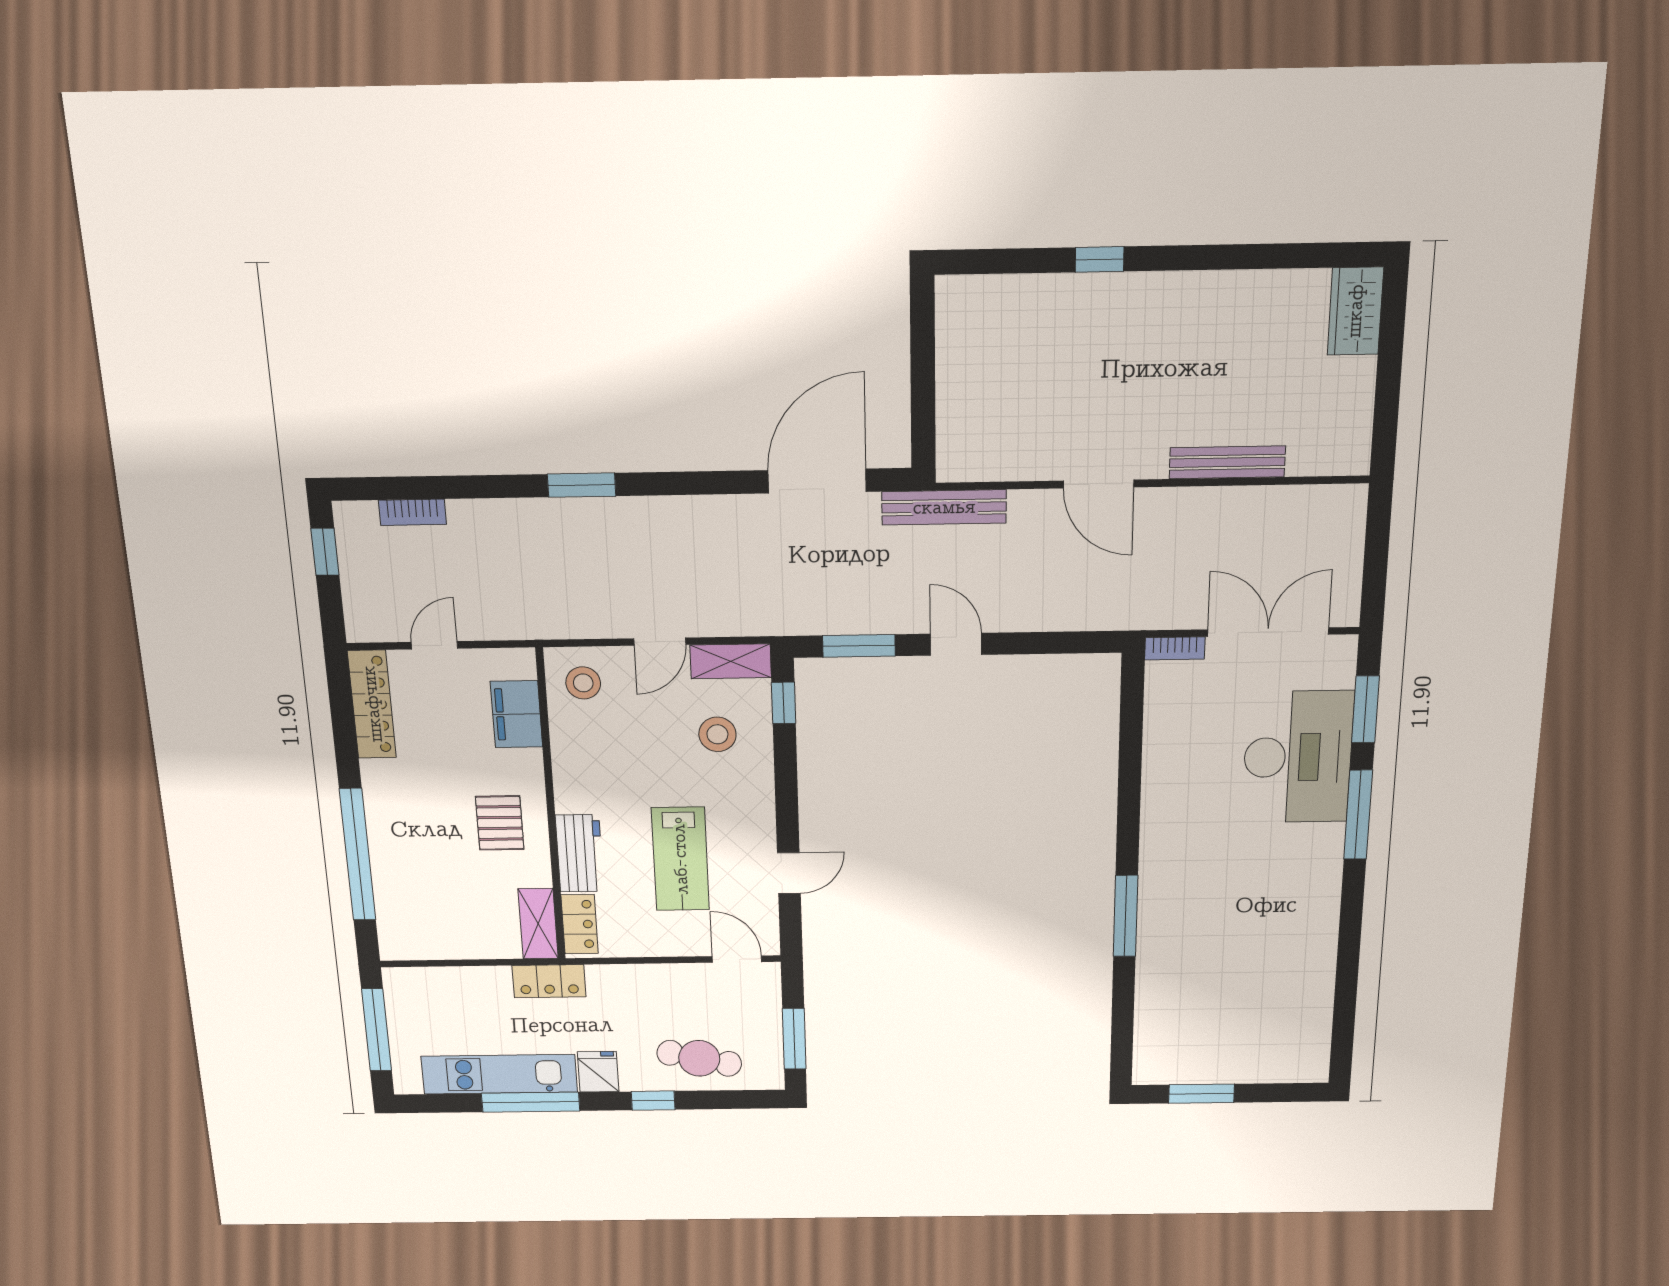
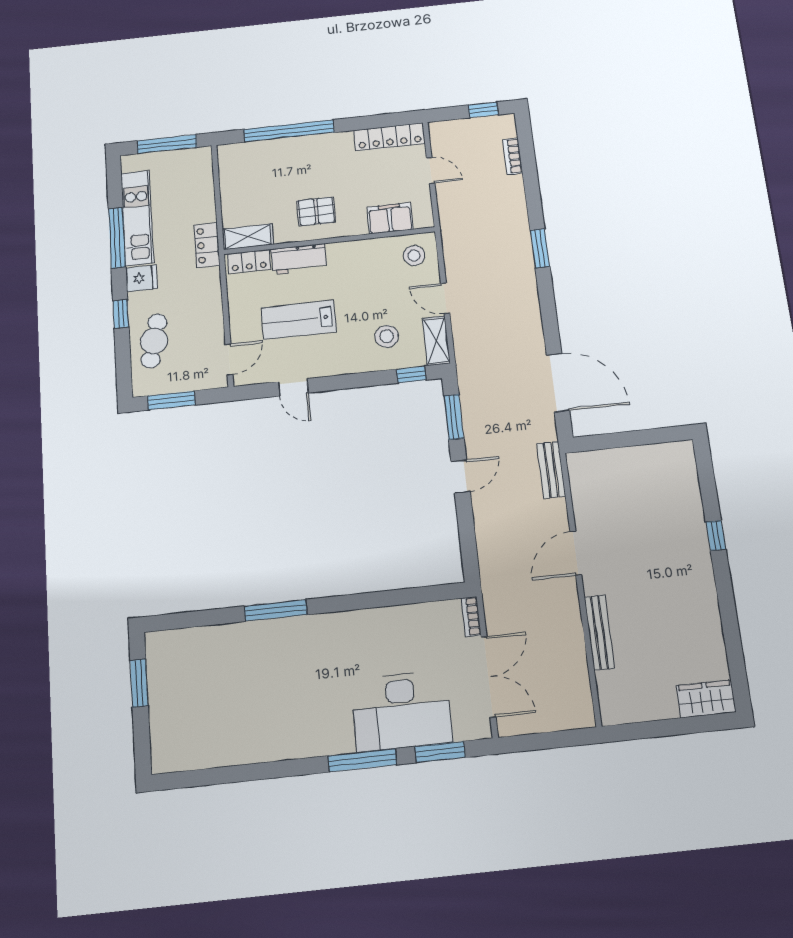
bench: (944, 507) -> (551, 470), width x0.73

